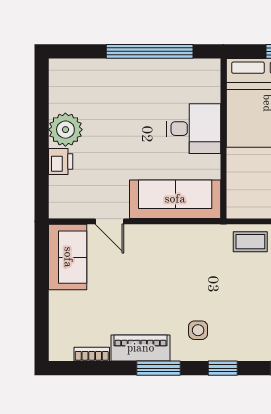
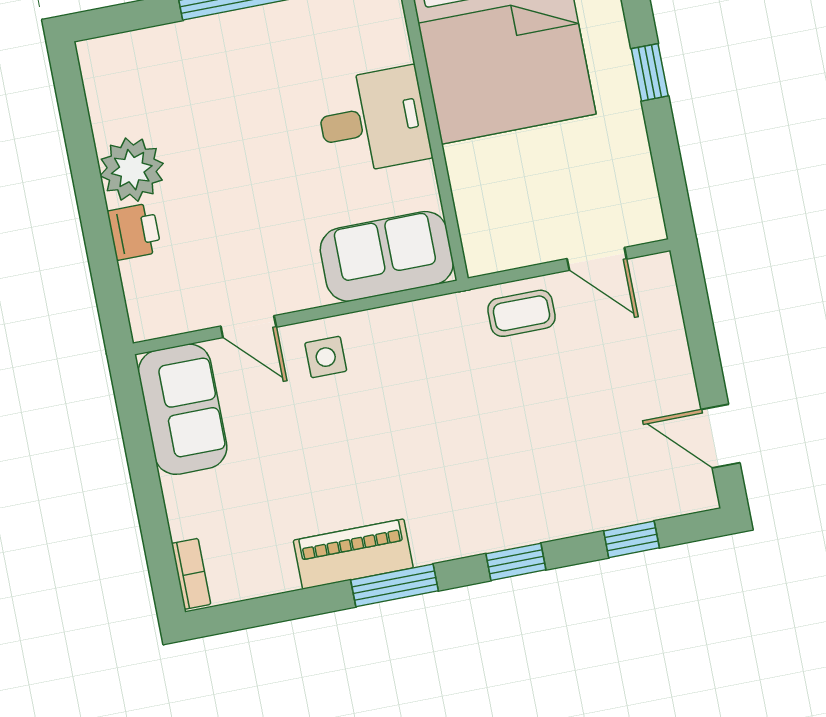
sofa: (175, 199) -> (387, 256), width x0.73
side table: (198, 330) -> (326, 357), moved
bookcase: (92, 354) -> (191, 574), moved, turned 90

